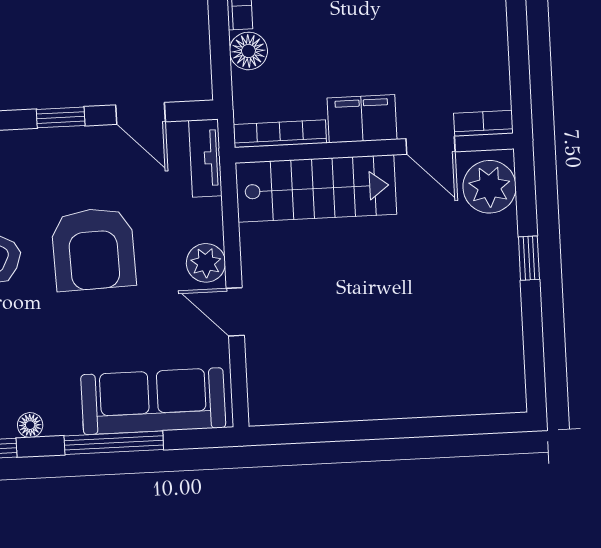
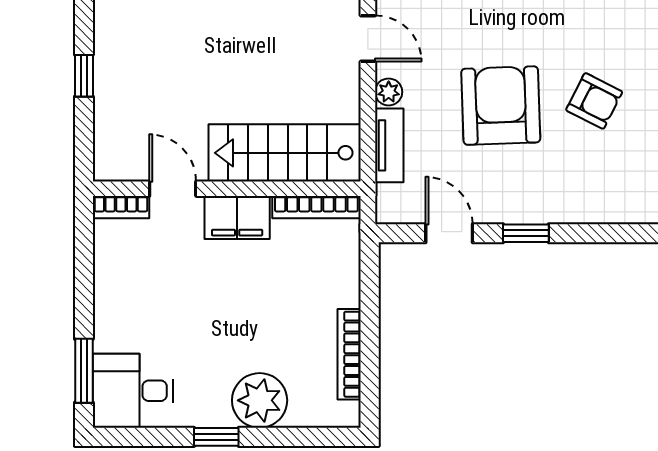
floor lamp: (248, 51) -> (343, 288), removed
tv unit: (205, 158) -> (389, 145), moved
plant: (489, 187) -> (118, 146), removed
plant: (206, 263) -> (389, 92), width x0.73, depth x0.73

